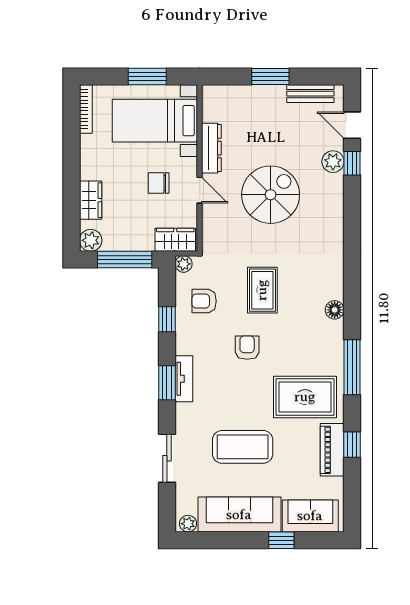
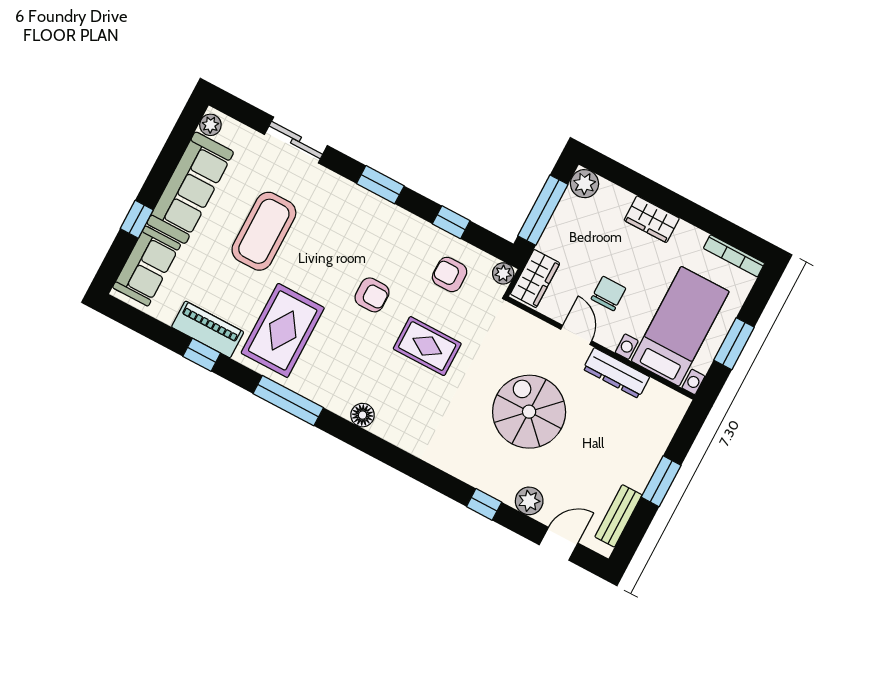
window: (352, 163) -> (484, 504), moved
door: (200, 190) -> (576, 335), swing flipped
spiral stairs: (271, 195) -> (529, 412), turned 180
wardrobe: (91, 200) -> (652, 219), moved
armchair: (204, 301) -> (450, 274), turned -90
tv unit: (184, 379) -> (375, 206), removed

